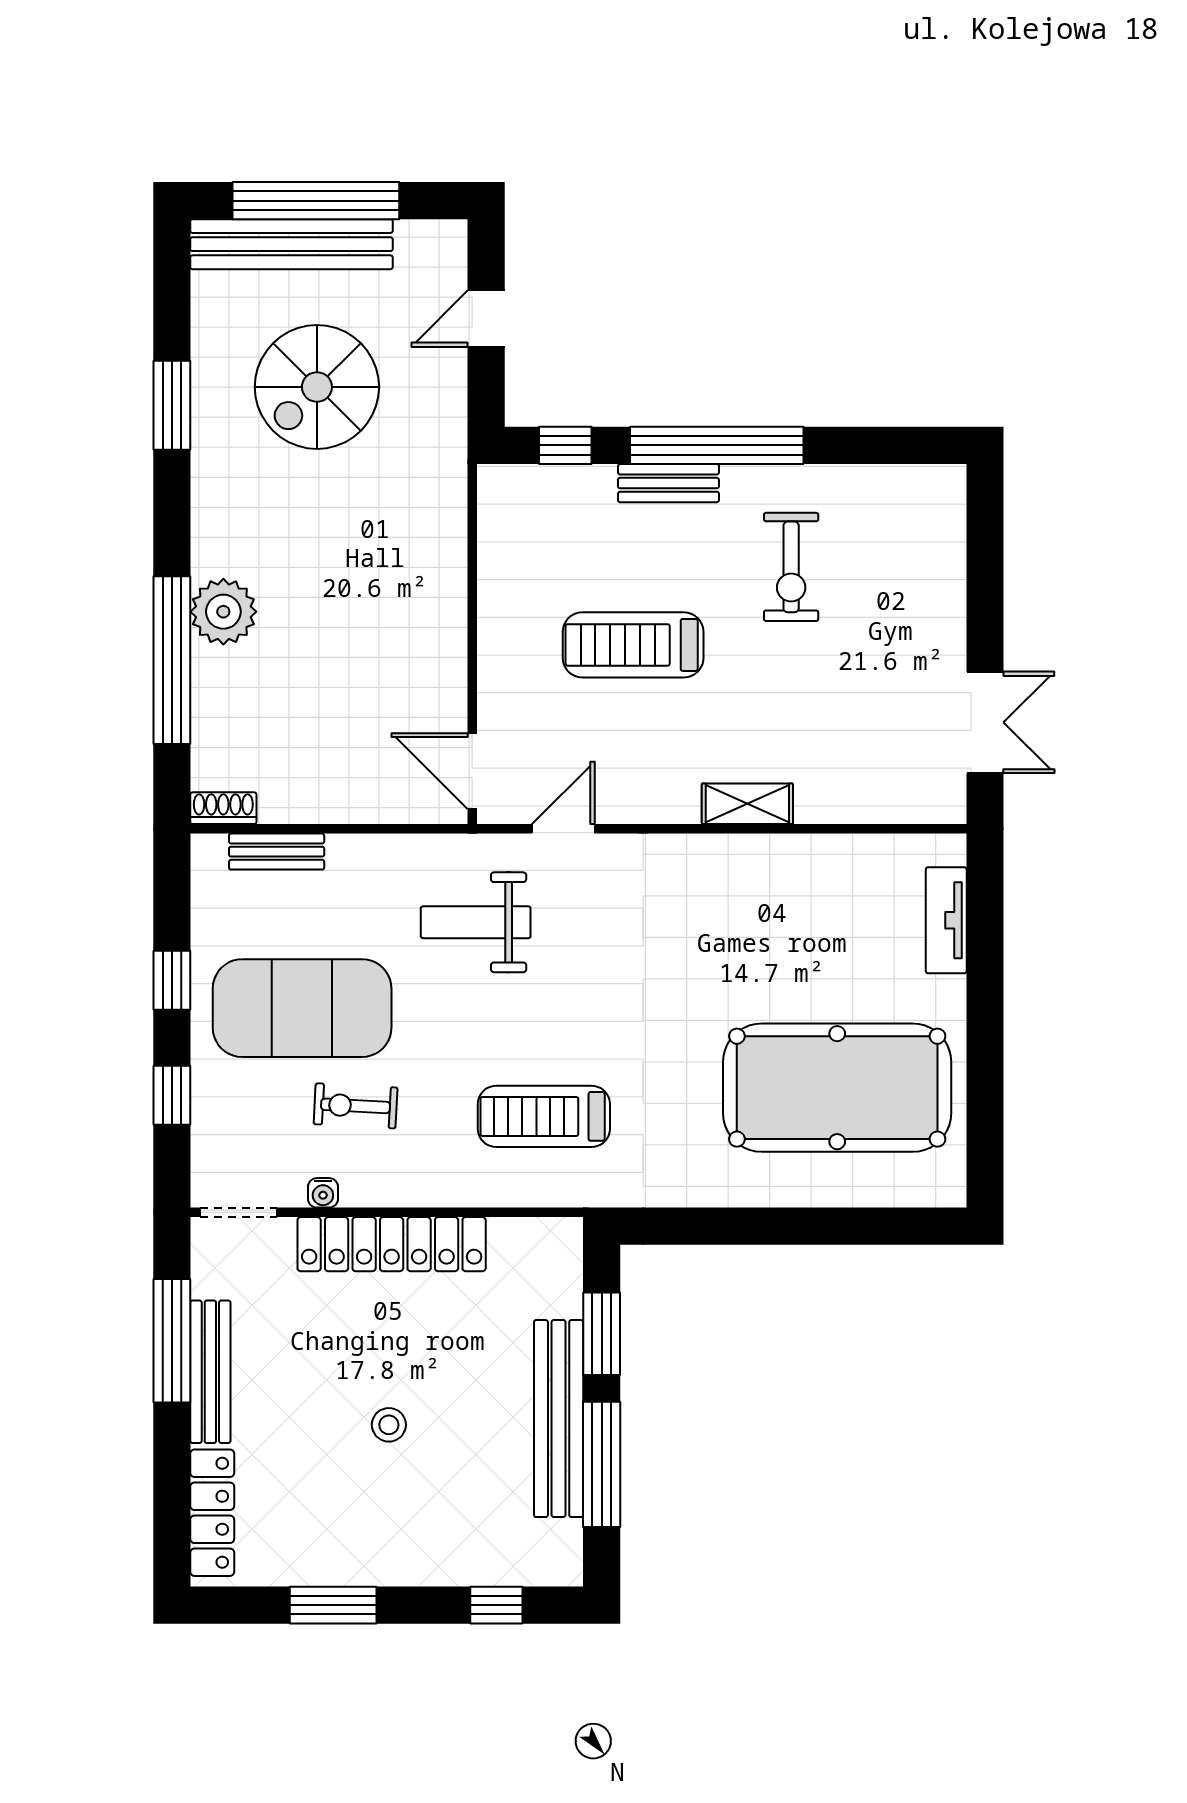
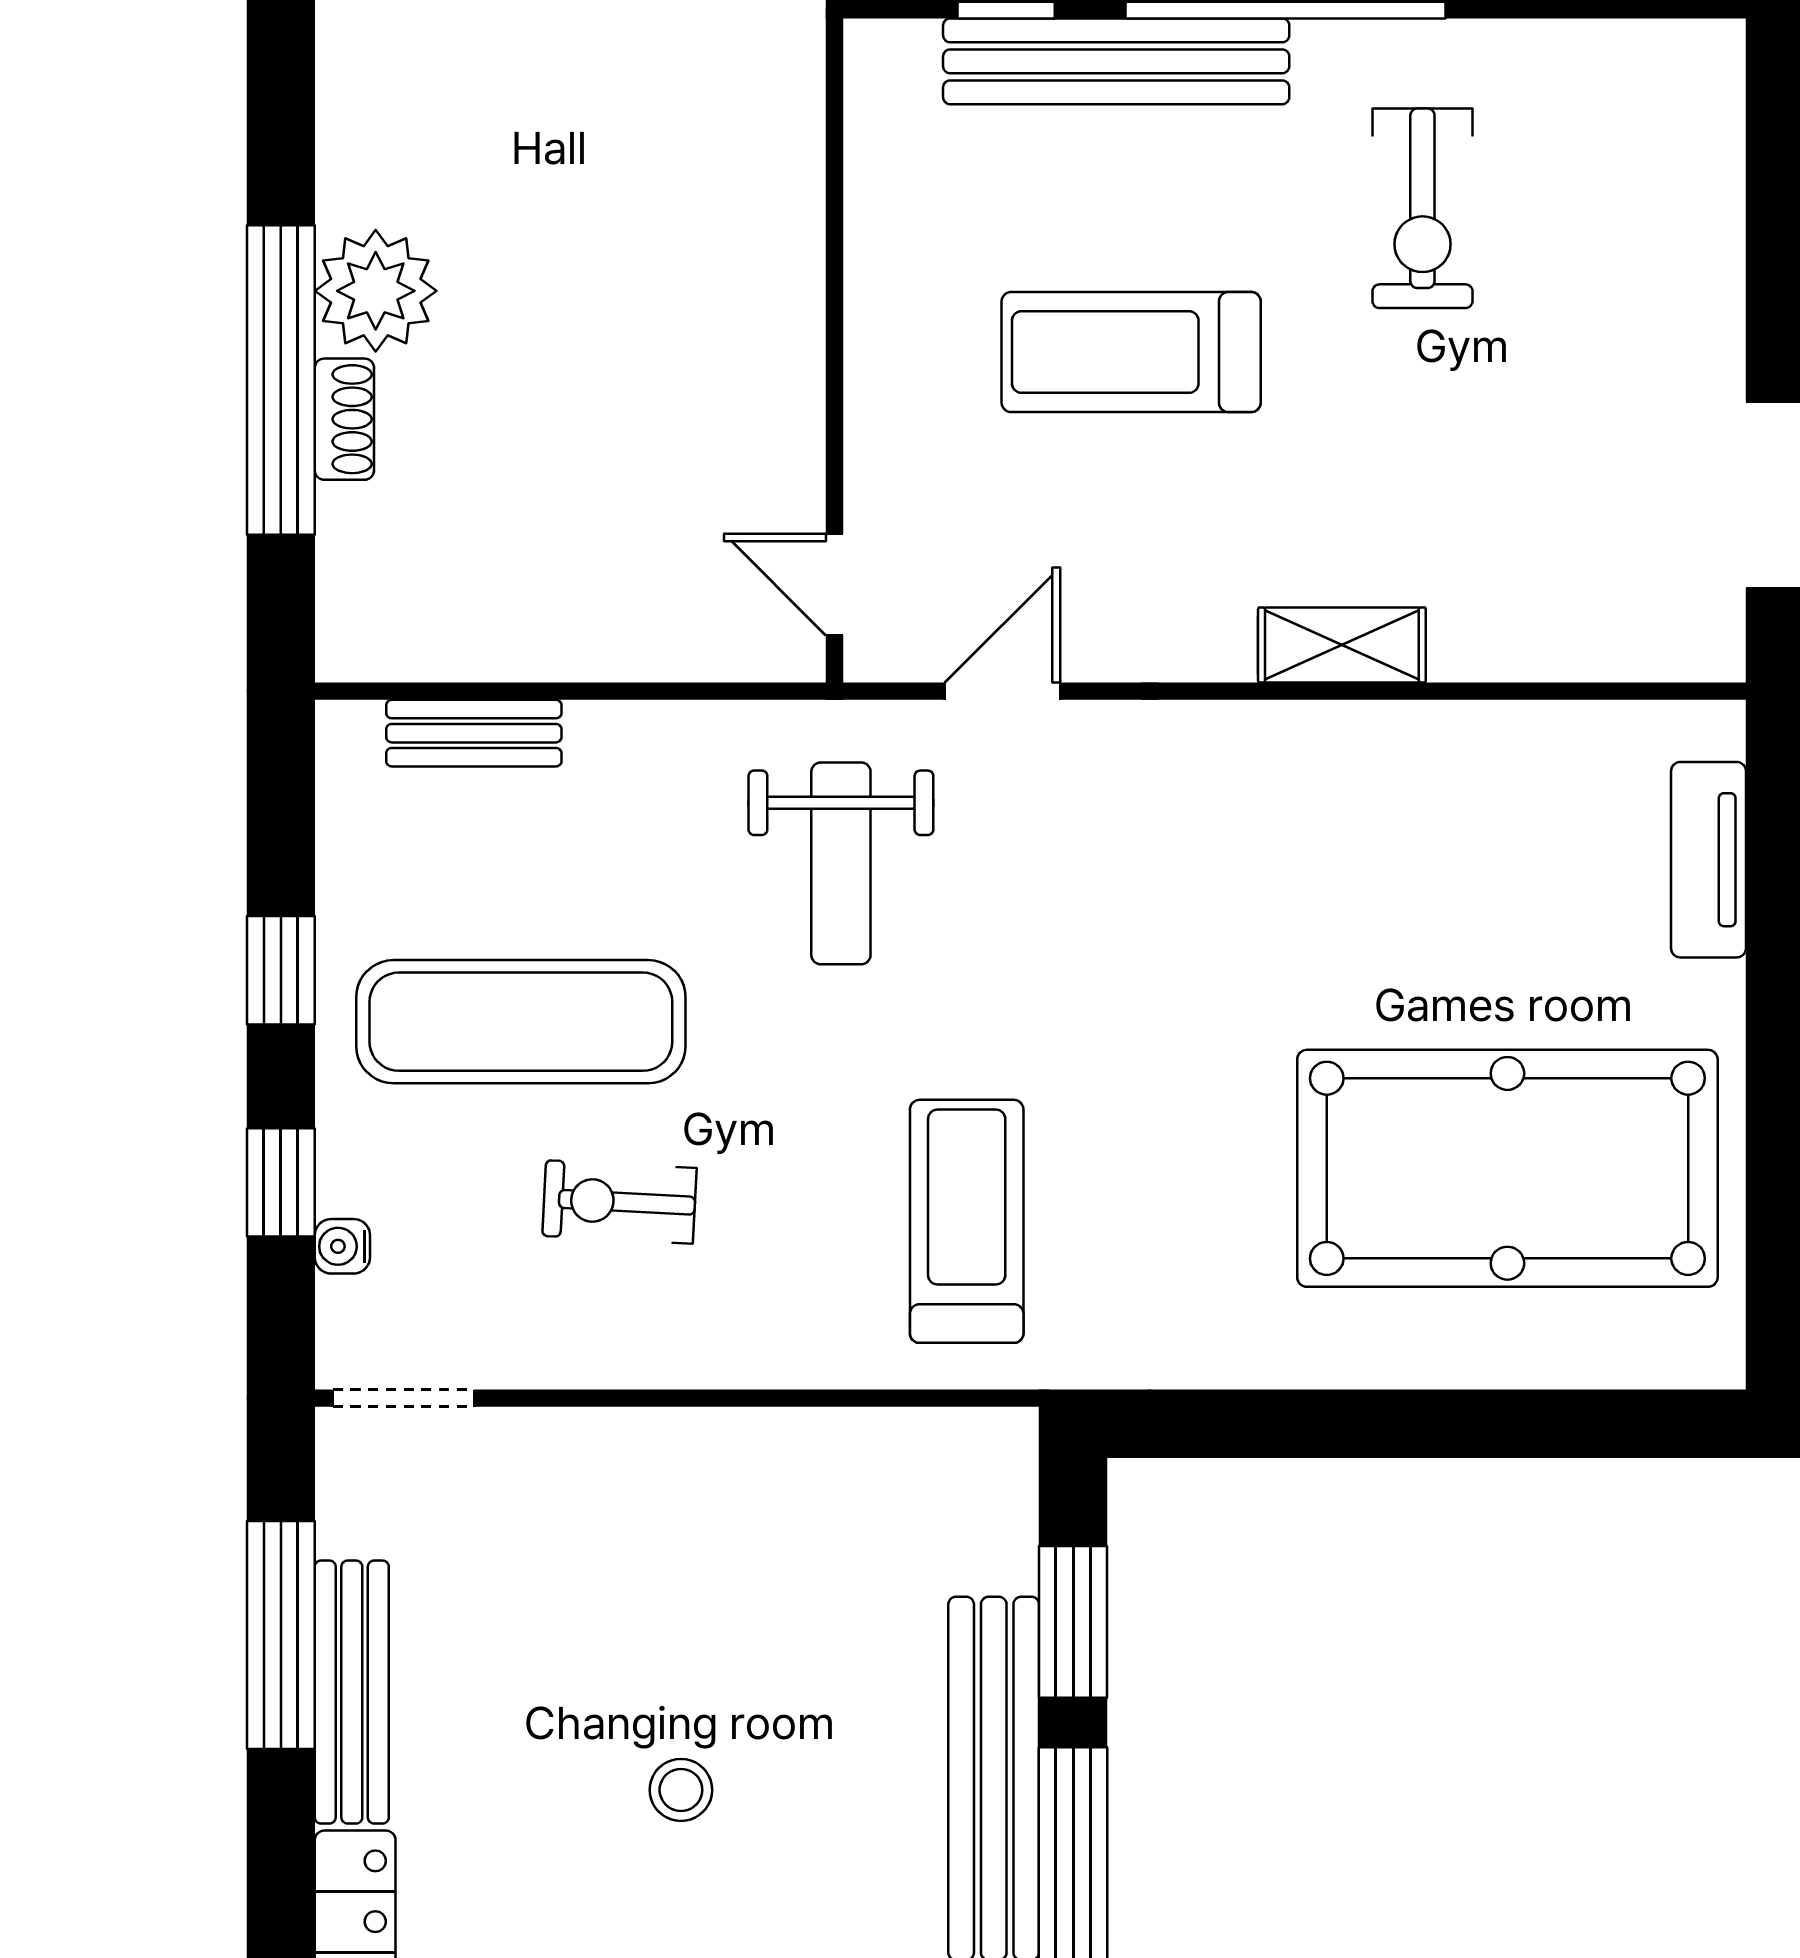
bench: (668, 483) -> (1116, 61), width x1.86, depth x1.21
door: (472, 771) -> (835, 585), width x0.73
shoe rack: (223, 808) -> (344, 419), moved, turned 90
weight bench: (476, 922) -> (841, 863), turned -90
exercise mat: (302, 1008) -> (521, 1022), width x0.68
treadmill: (544, 1116) -> (967, 1221), turned 90
water cooler: (323, 1193) -> (342, 1246), moved, turned 90
locker: (392, 1244) -> (686, 1457), removed

